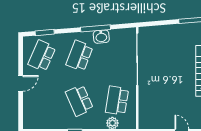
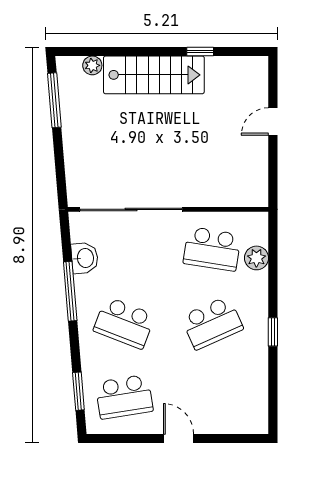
washbasin: (101, 37) -> (85, 258), moved
school desk: (42, 56) -> (124, 397), turned -33

